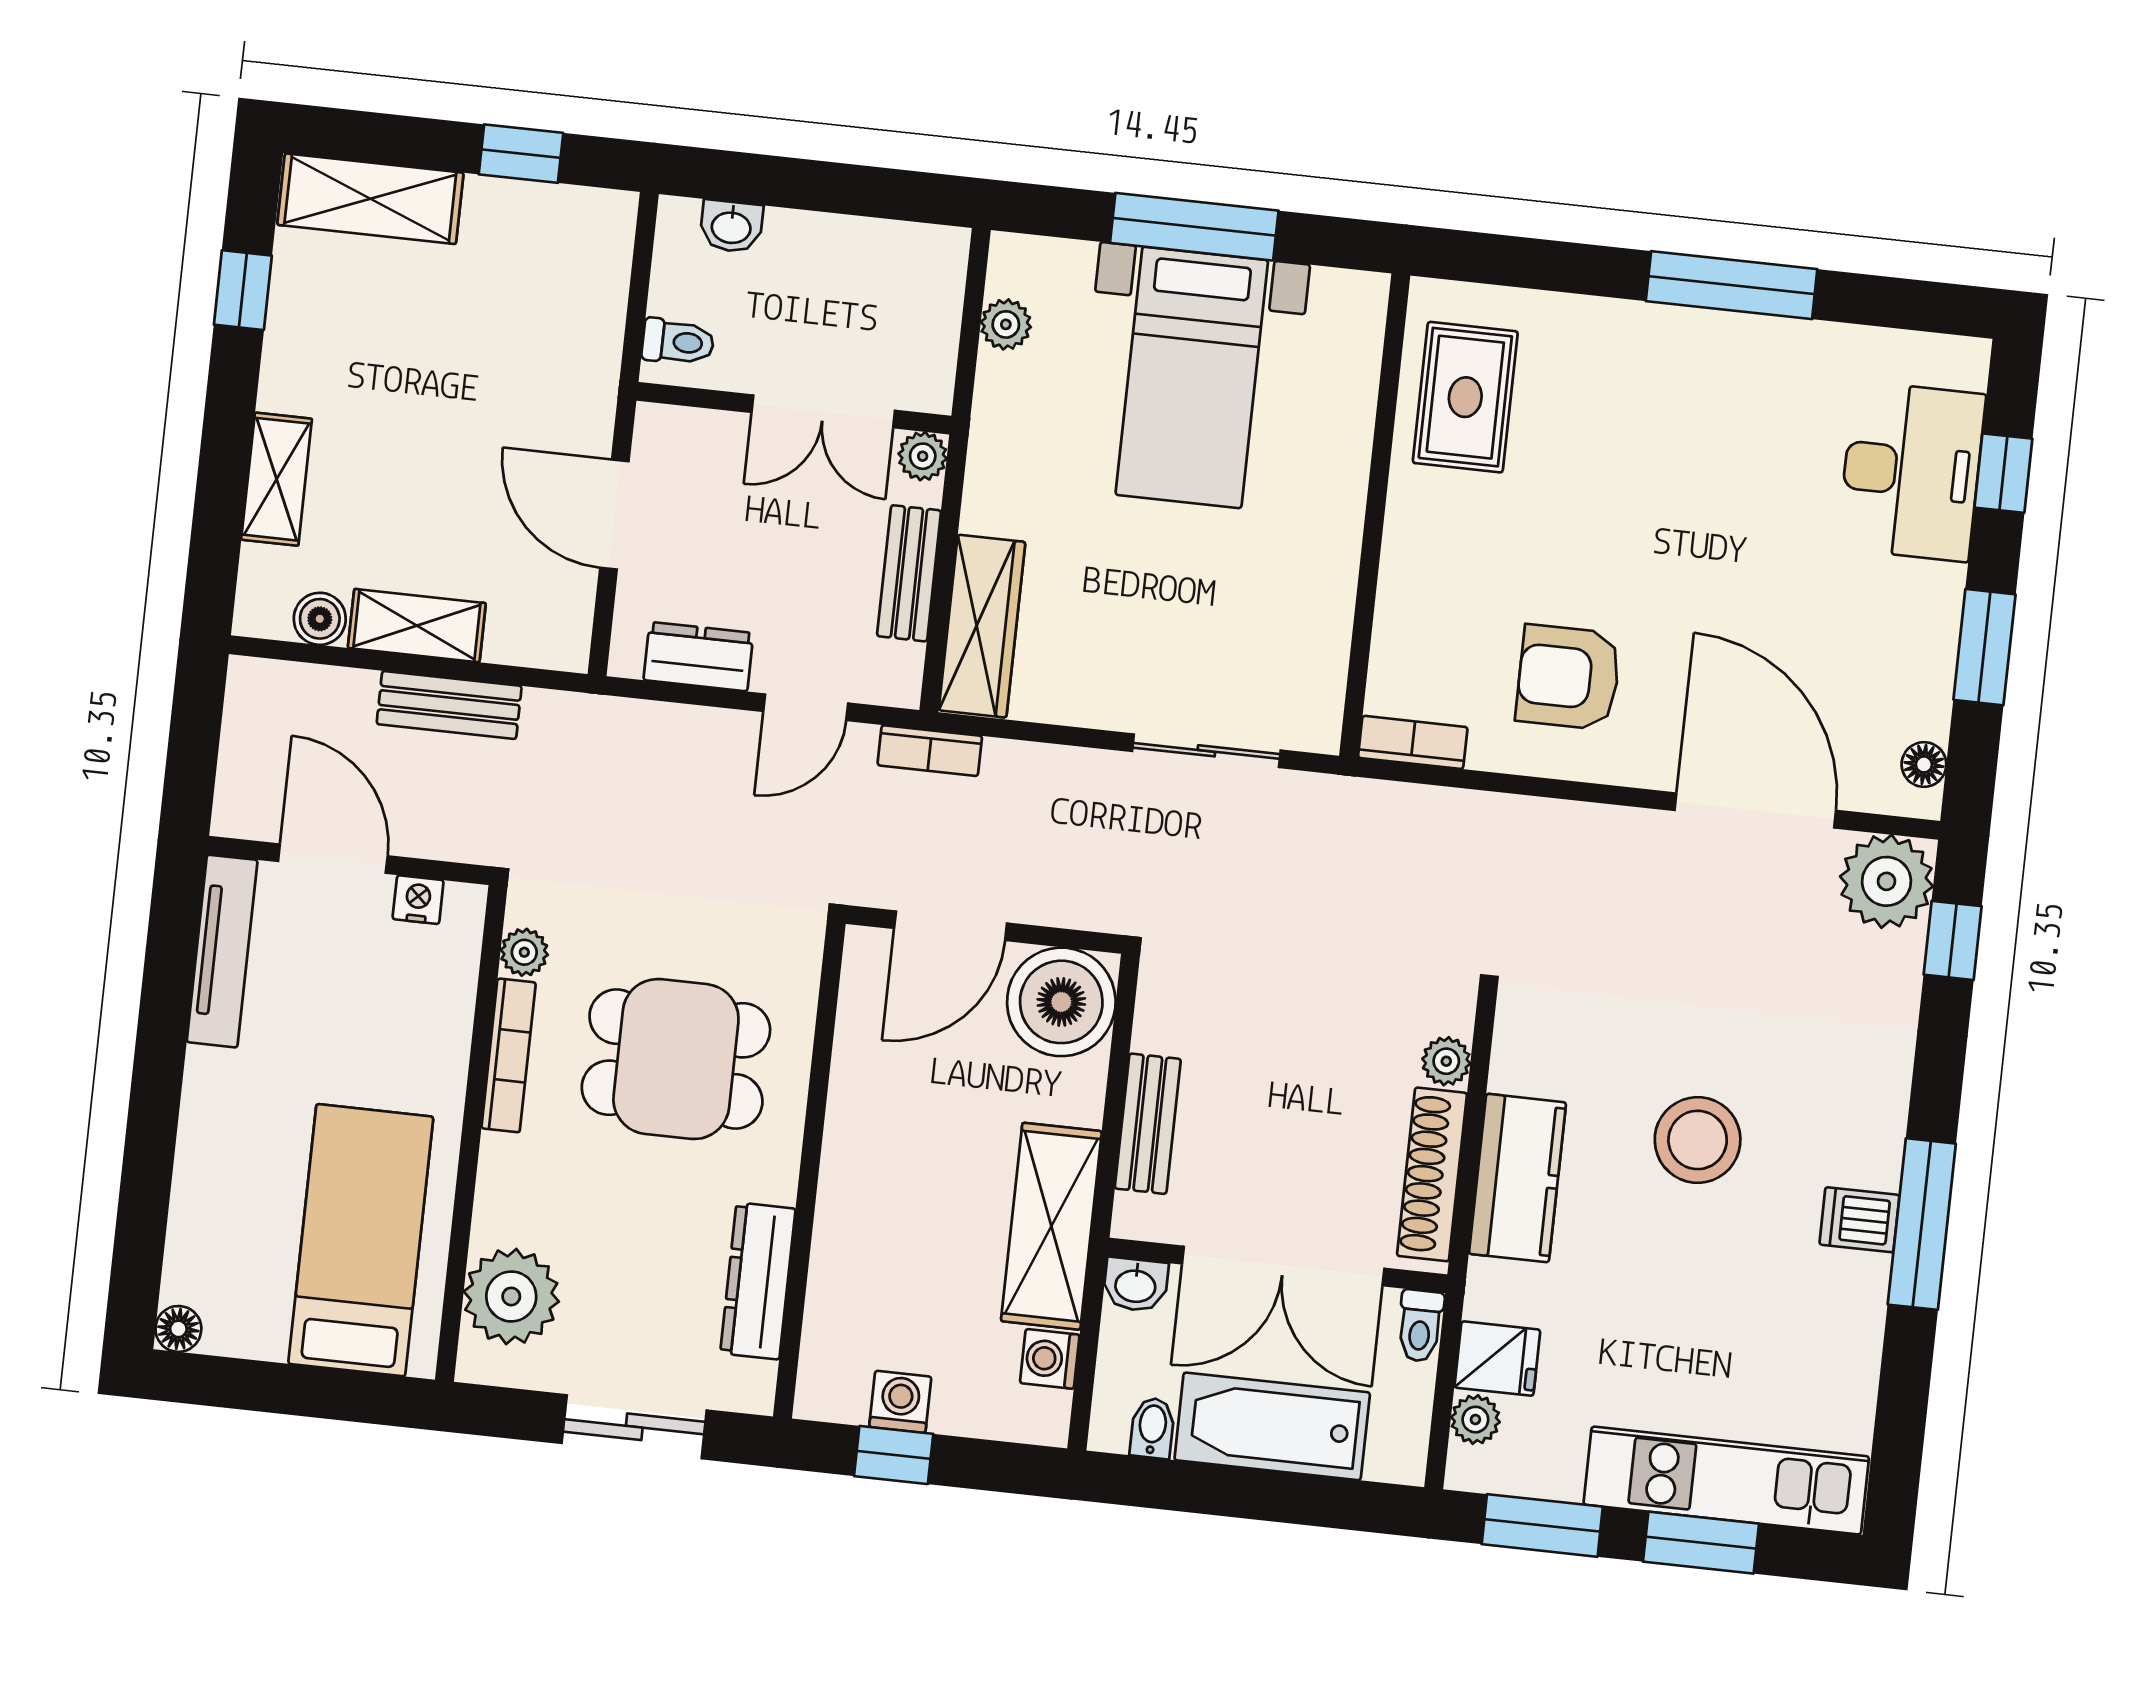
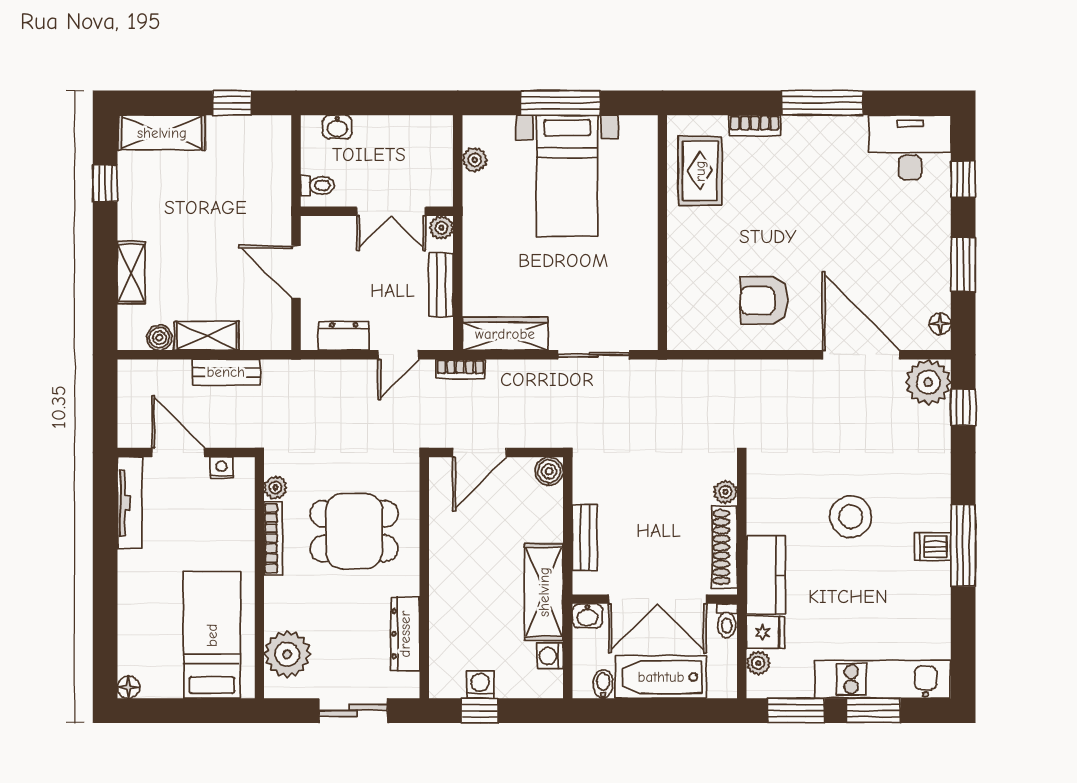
desk: (1911, 471) -> (910, 147), moved, turned -90
wardrobe: (982, 626) -> (505, 334), moved, turned -90
bookcase: (1413, 742) -> (755, 125), moved, turned 180
boiler: (1061, 1002) -> (549, 471), width x0.54, depth x0.54
kitchen counter: (1517, 1178) -> (766, 575), moved

